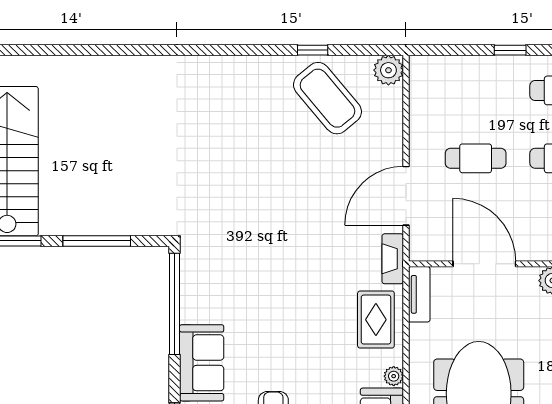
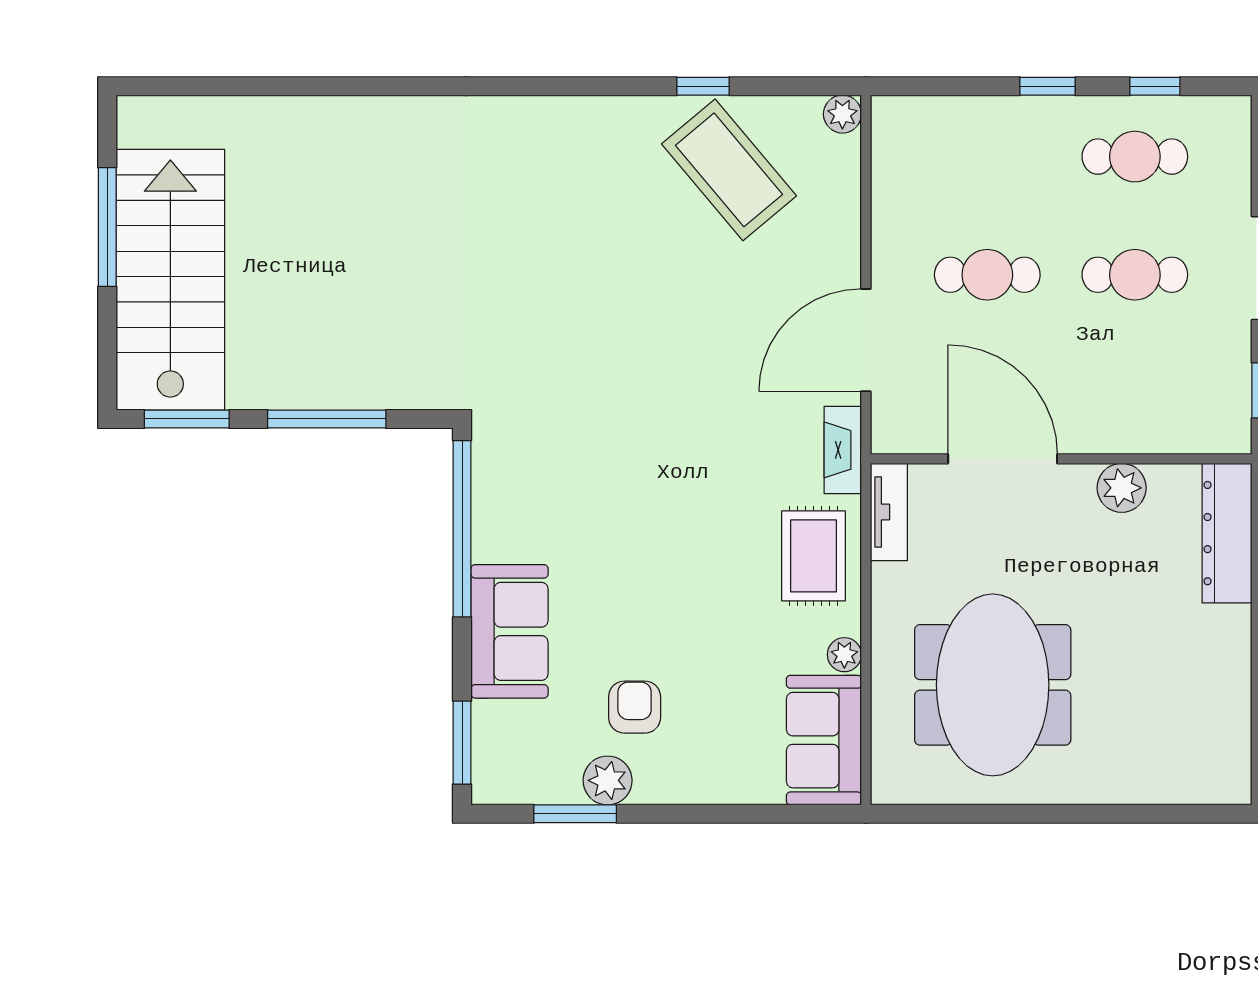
plant: (388, 70) -> (842, 114), width x0.73, depth x0.73

